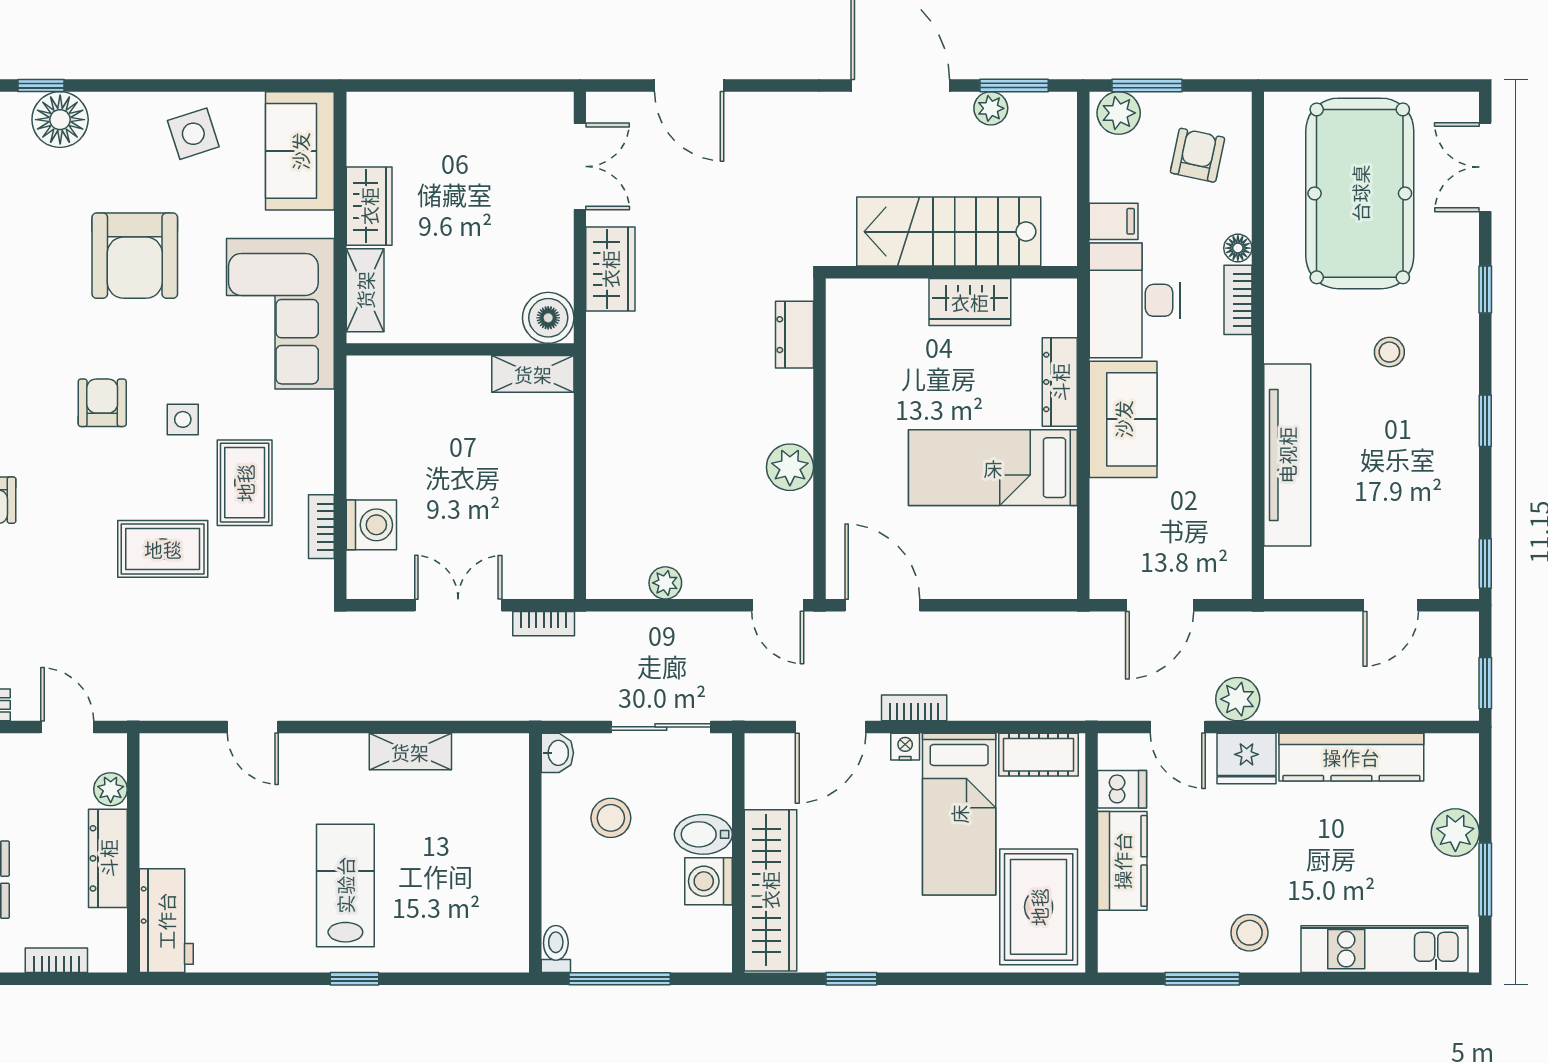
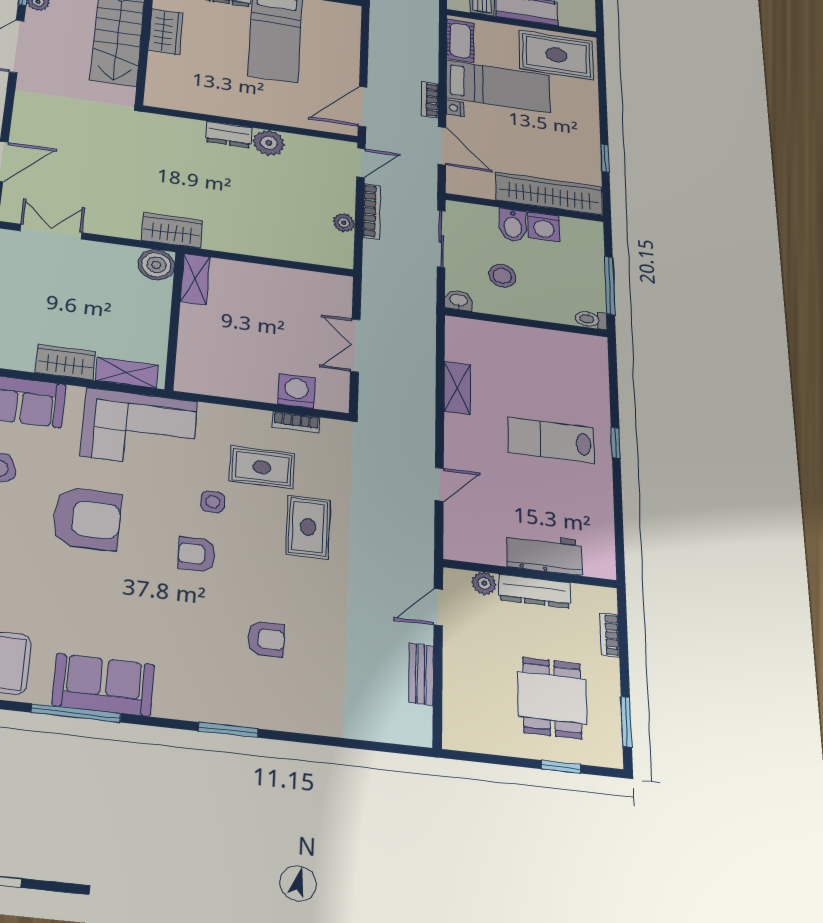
wardrobe: (610, 269) -> (172, 230), moved
dresser: (794, 335) -> (229, 135), moved
bookcase: (544, 624) -> (372, 211), moved, width x1.56
workbench: (166, 921) -> (544, 554), moved

